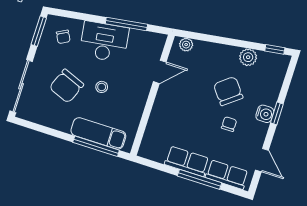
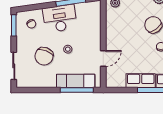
door: (160, 72) -> (103, 58), moved
sliding door: (21, 86) -> (14, 66), width x0.73

